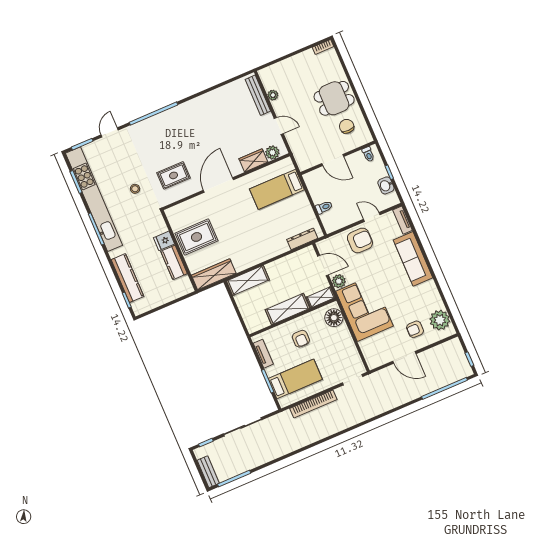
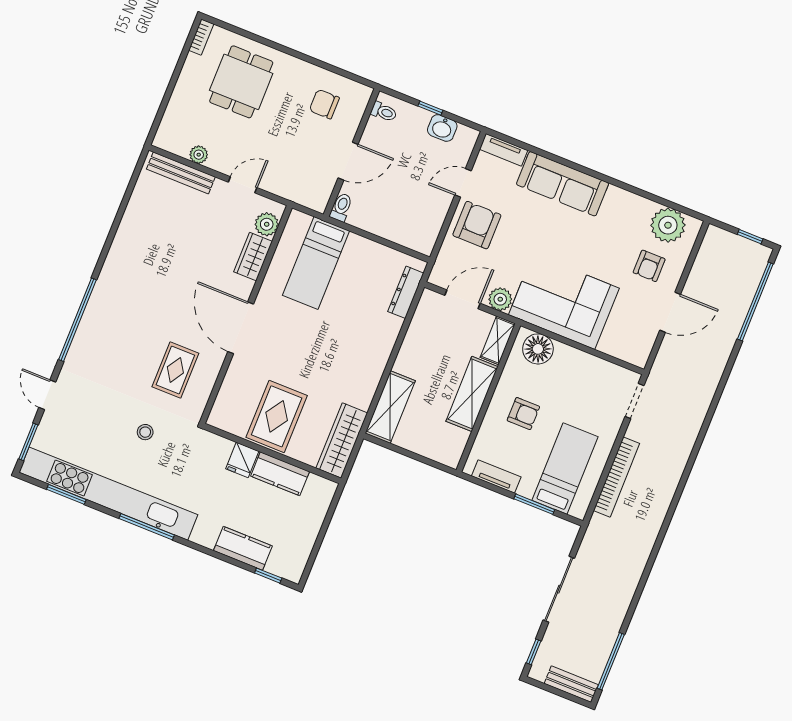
dining table: (334, 98) -> (241, 82), moved
toilet: (324, 207) -> (341, 207), moved
kitchen counter: (127, 278) -> (243, 548), width x0.67

